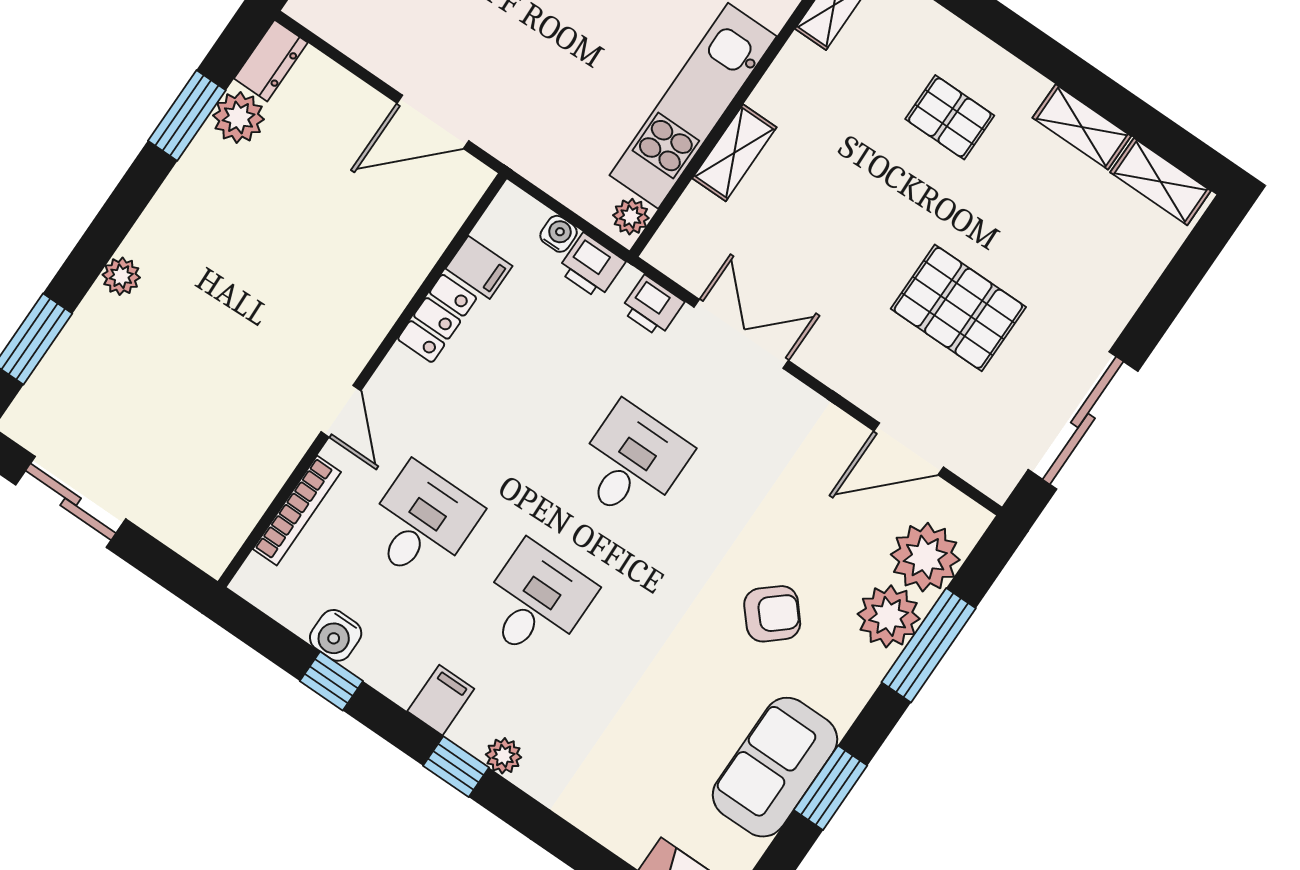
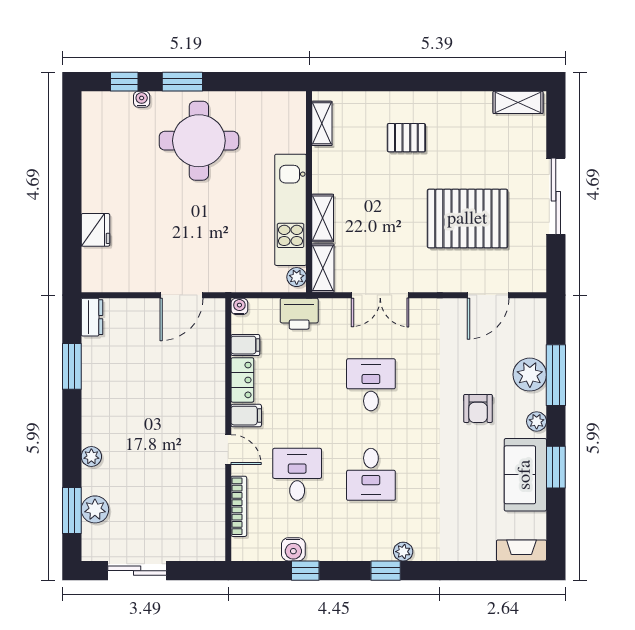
plant: (239, 117) -> (95, 509), moved
shelving: (1082, 127) -> (323, 268), moved, turned 90
water cooler: (559, 234) -> (239, 306), moved
printer: (591, 266) -> (299, 314), width x1.36, depth x1.24
printer: (652, 306) -> (333, 310), removed
pallet: (958, 308) -> (467, 219), width x1.37, depth x1.41
double door: (741, 334) -> (380, 295), swing flipped
sliding door: (1083, 420) -> (556, 196), moved
plant: (925, 557) -> (537, 421), moved, width x0.53, depth x0.53
desk: (536, 602) -> (371, 474), turned 180
armchair: (772, 614) -> (478, 408), turned 131
filing cabinet: (441, 700) -> (246, 416), moved, turned 90

